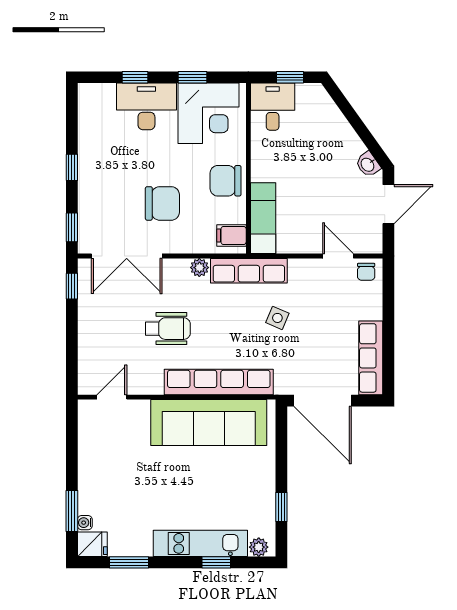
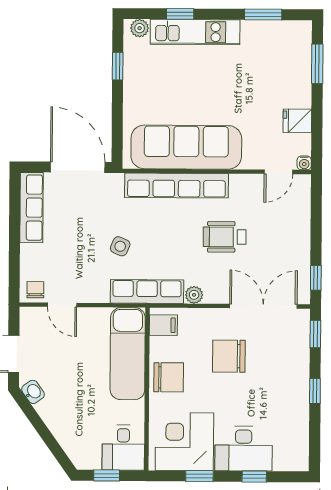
exam couch: (263, 218) -> (128, 354), width x1.36, depth x1.45
water cooler: (85, 523) -> (304, 163), moved, turned 90
fridge: (92, 544) -> (297, 121), moved

